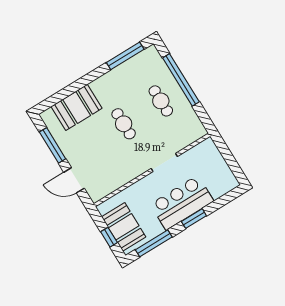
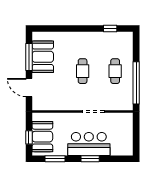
window: (125, 56) -> (110, 29), width x0.46
window: (181, 80) -> (136, 83), moved
booth: (77, 107) -> (43, 57), moved, turned 90
window: (154, 243) -> (55, 159), width x0.69

